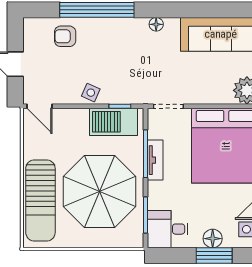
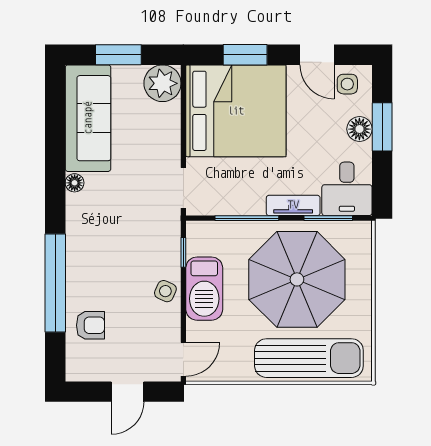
floor lamp: (156, 24) -> (75, 183), moved
armchair: (65, 36) -> (90, 325), turned -90
barbecue: (113, 122) -> (204, 289), moved
tv unit: (155, 160) -> (293, 205), moved

